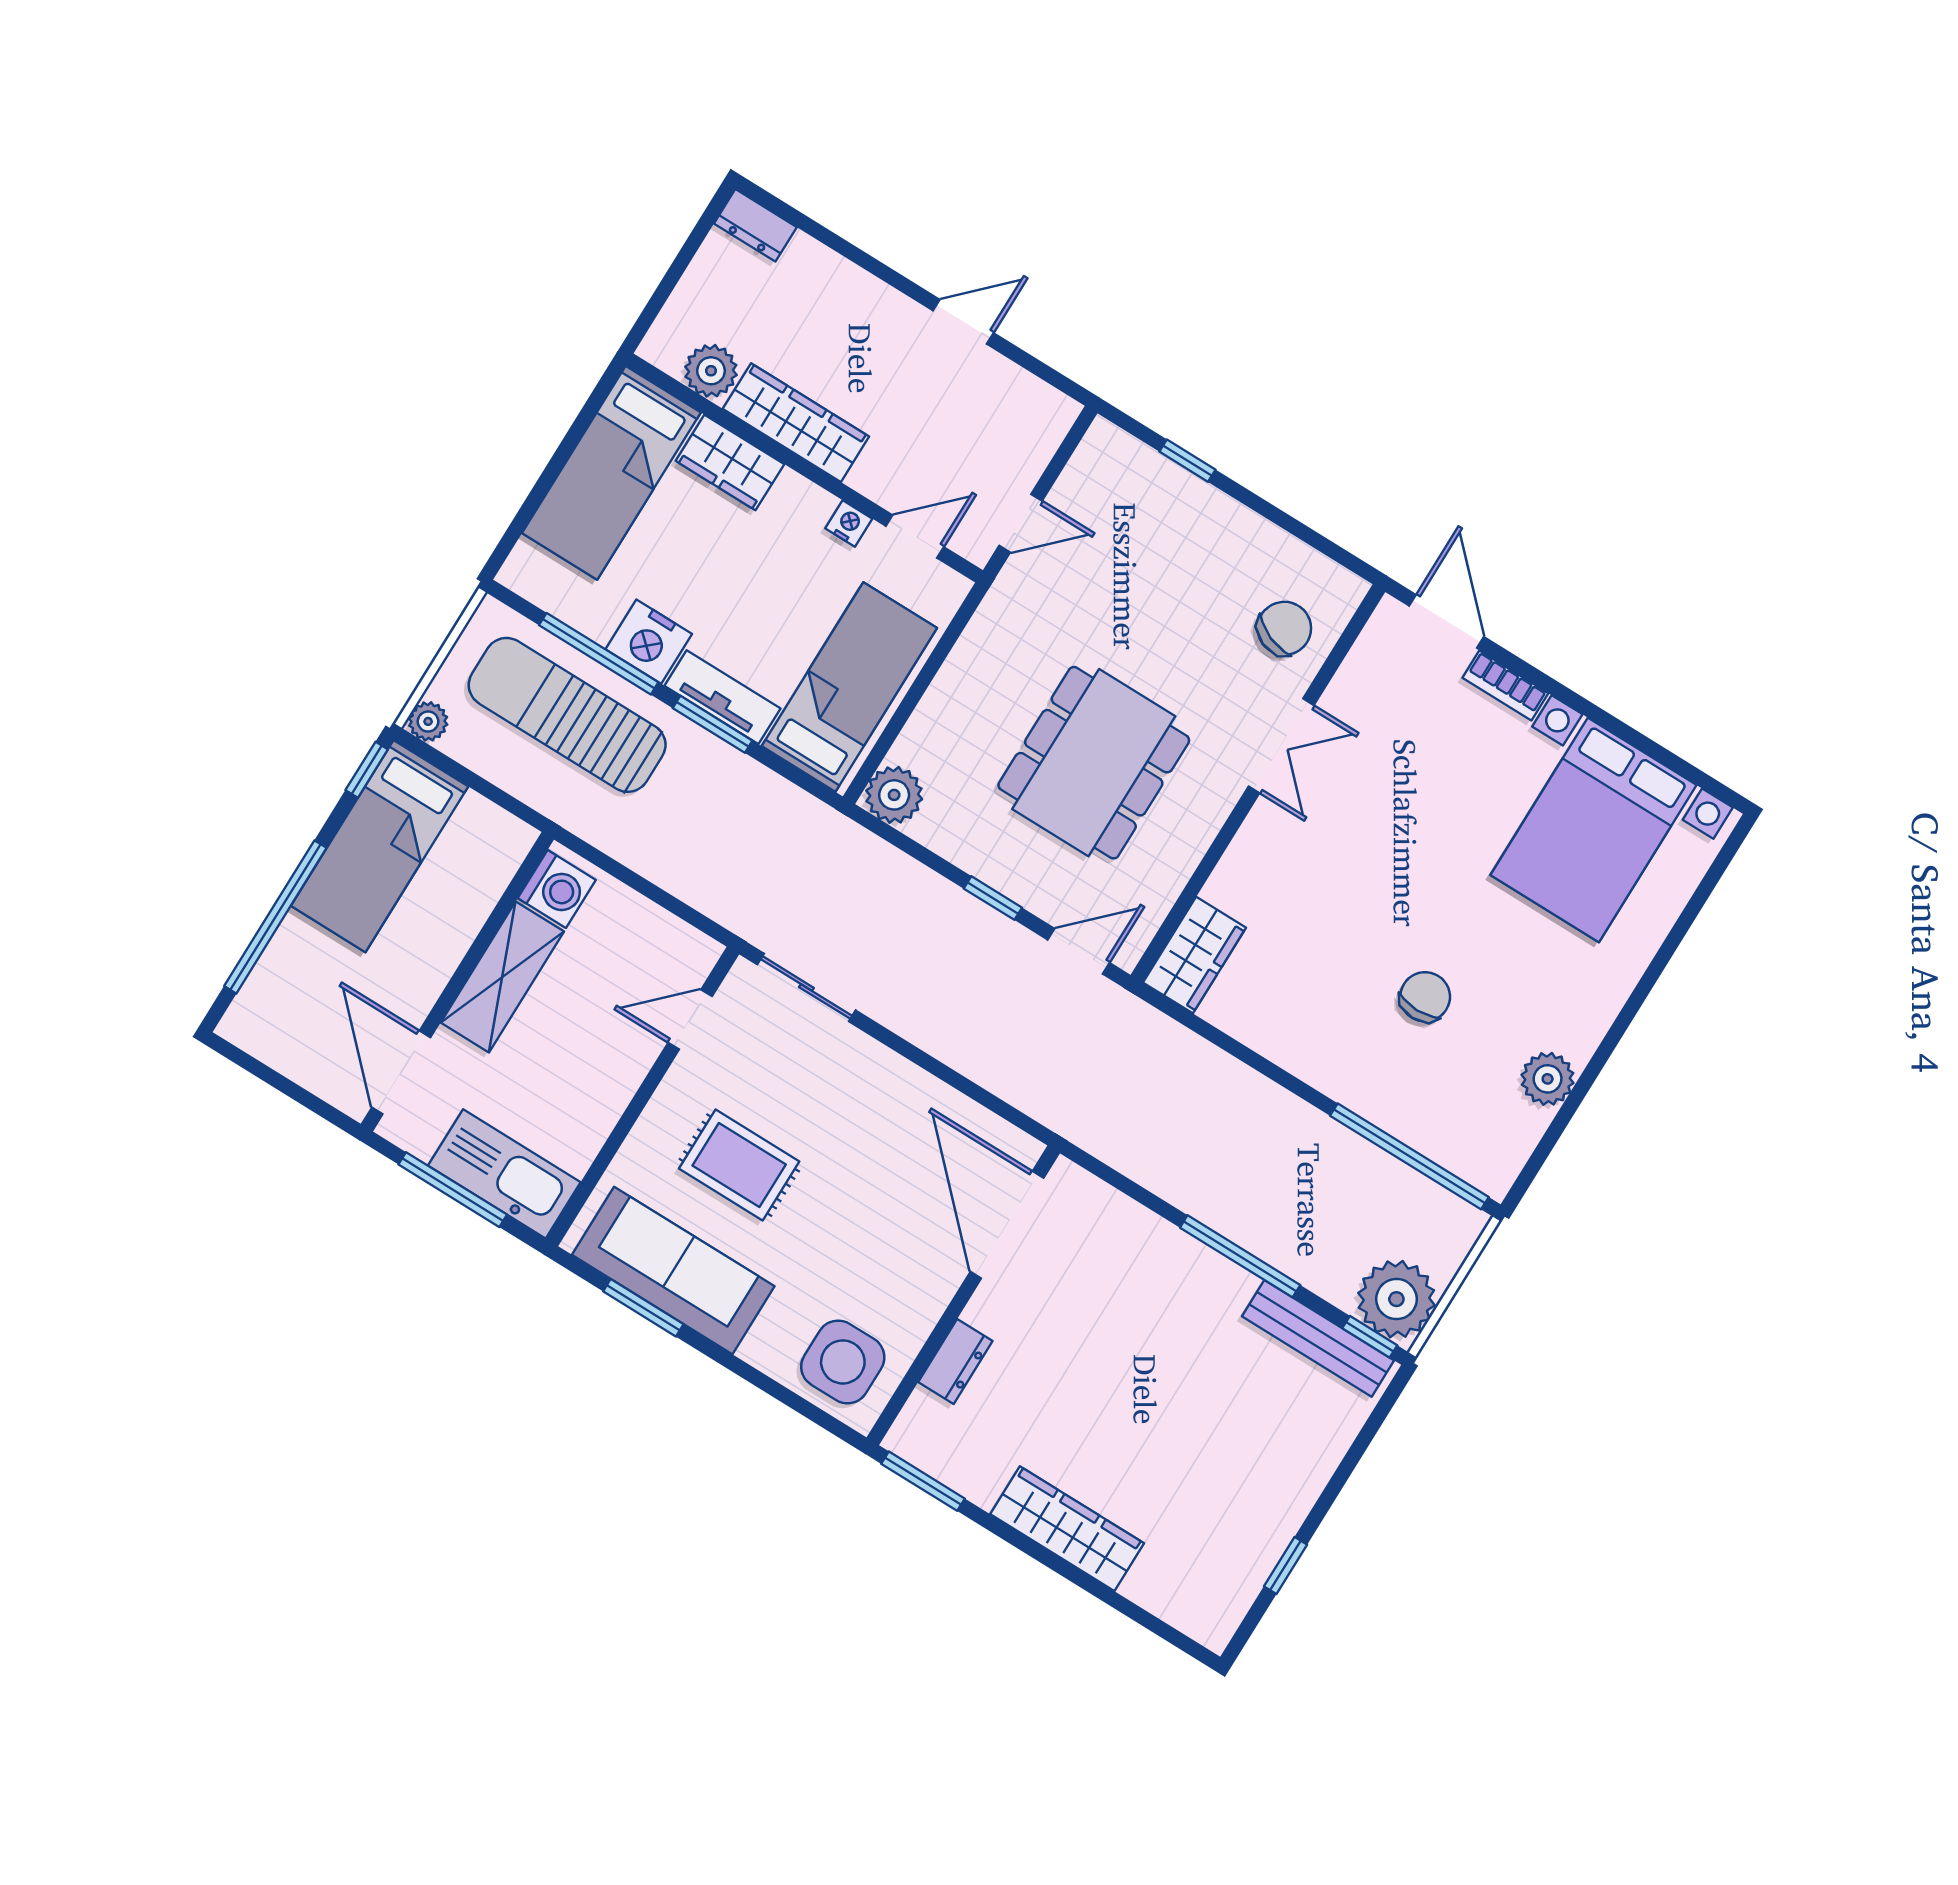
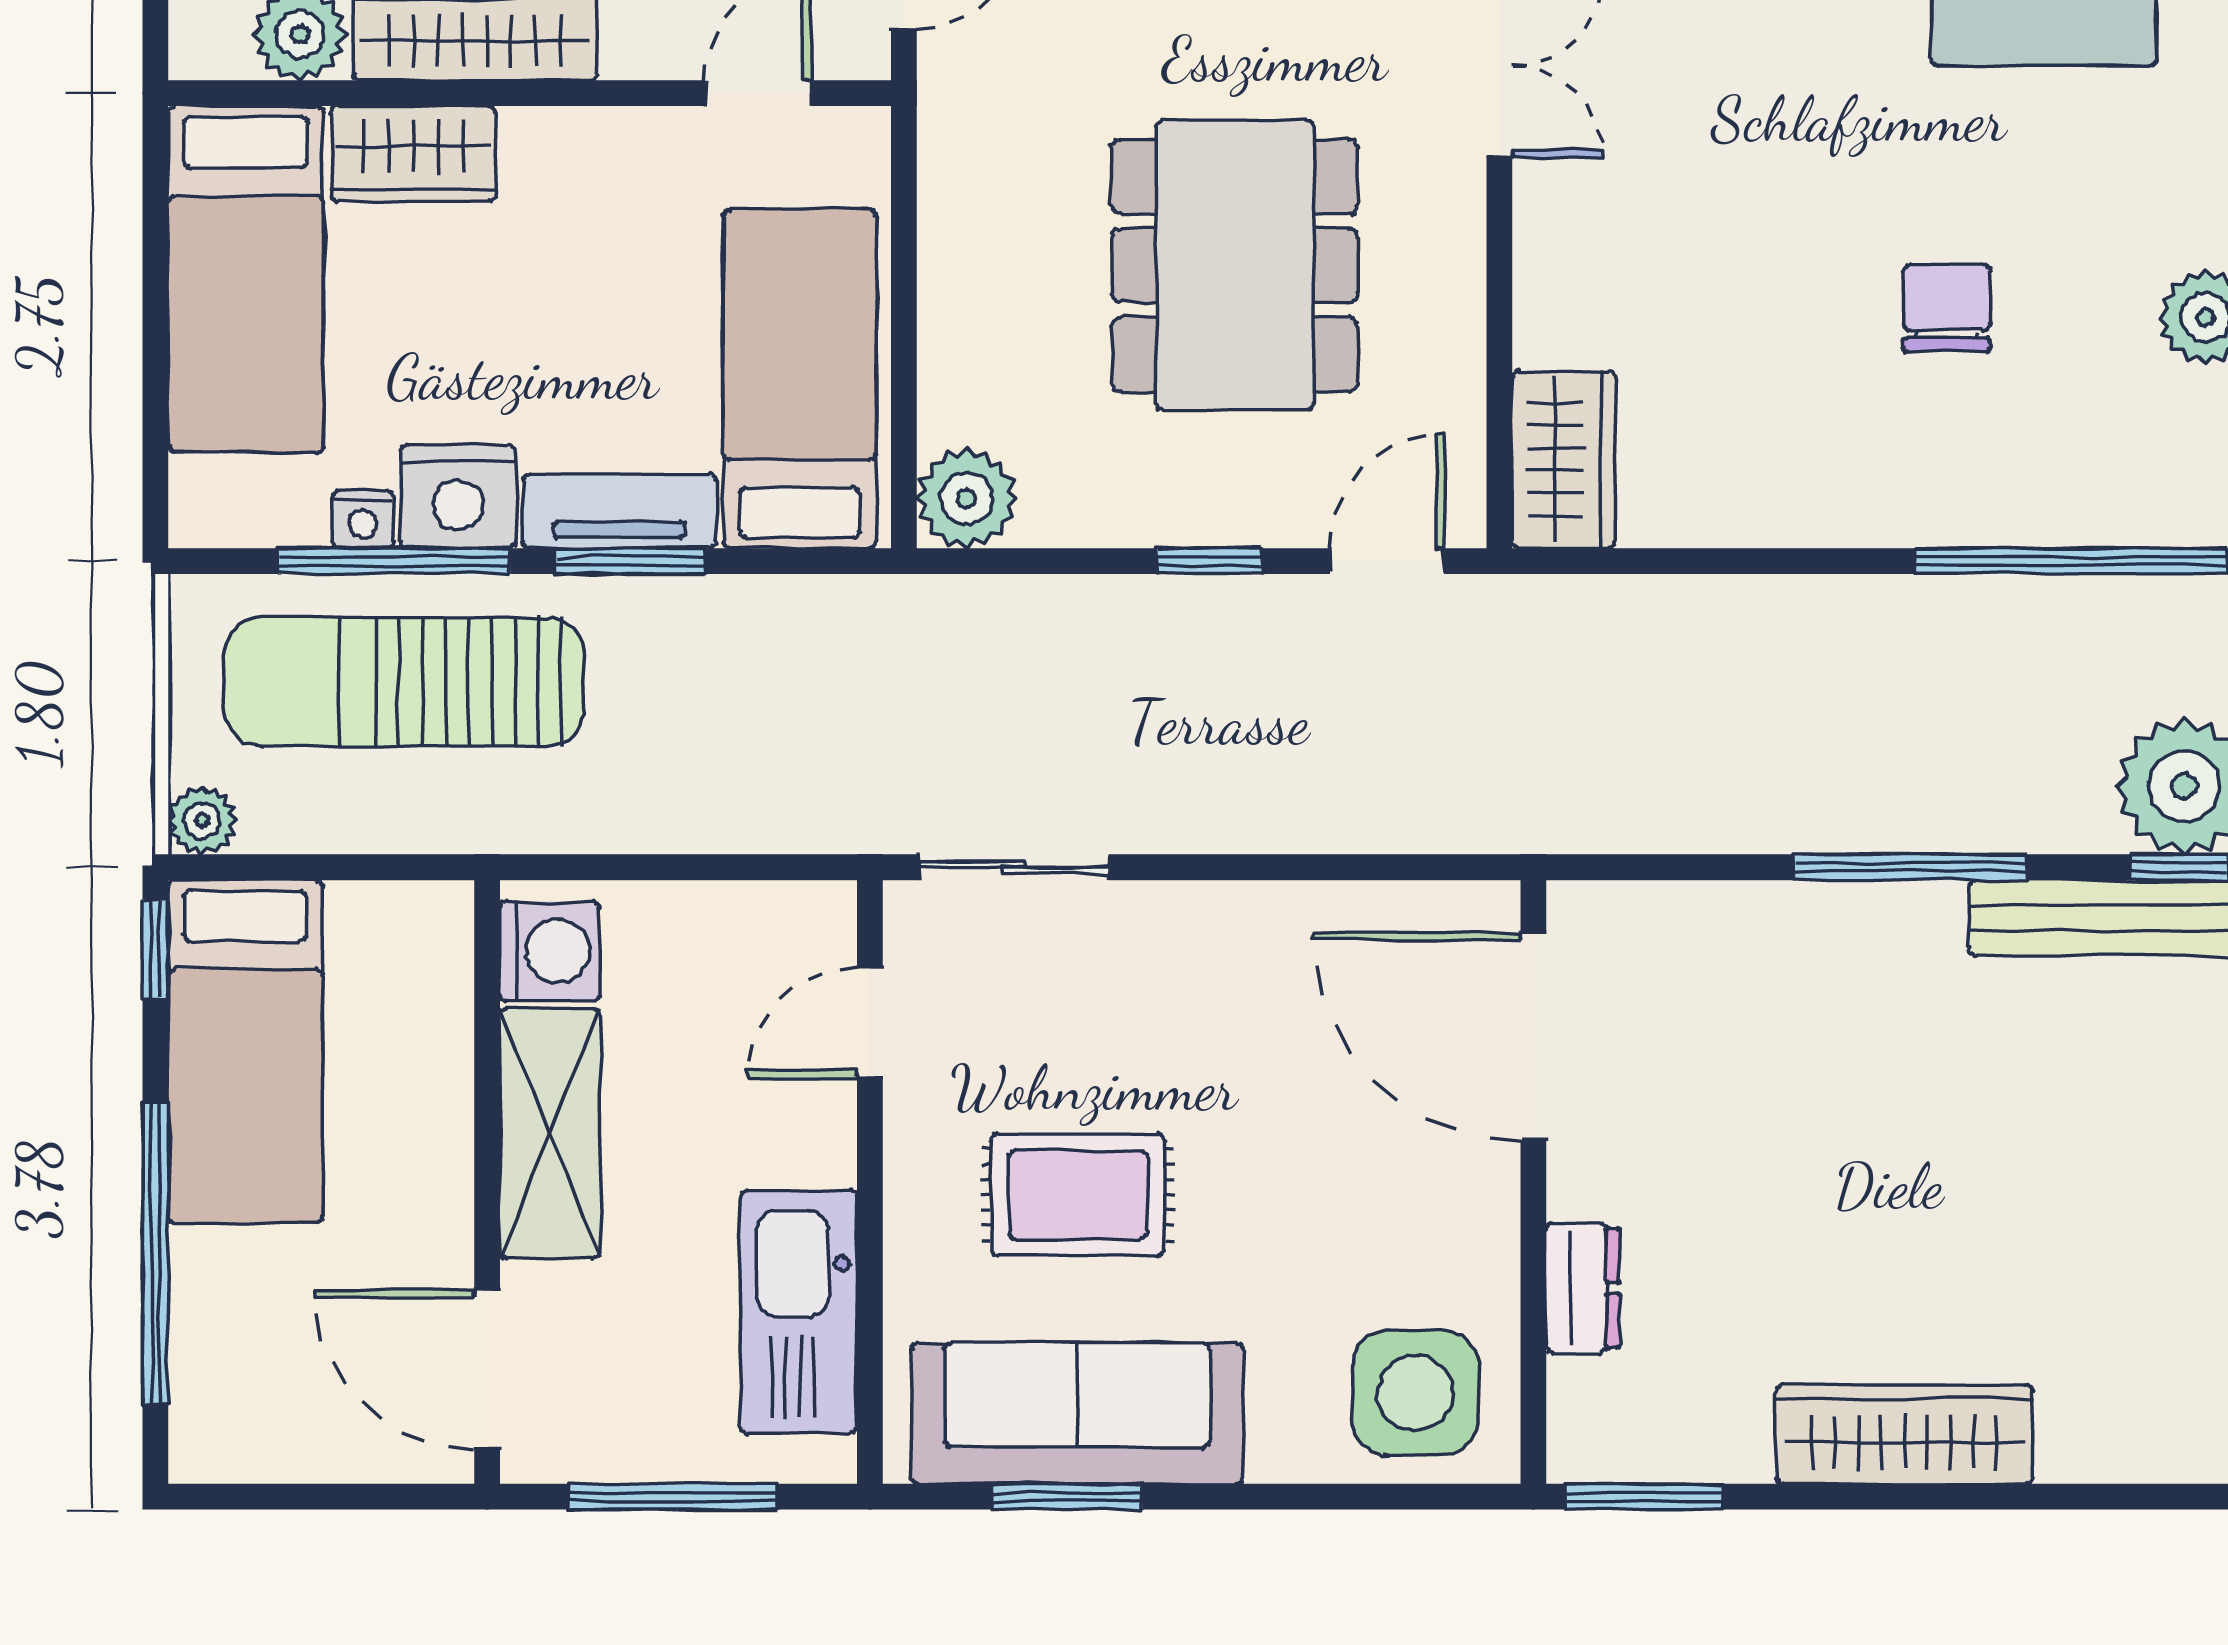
nightstand: (849, 523) -> (363, 519), moved, turned 180
kitchen sink: (504, 1174) -> (799, 1312), moved, turned -90

